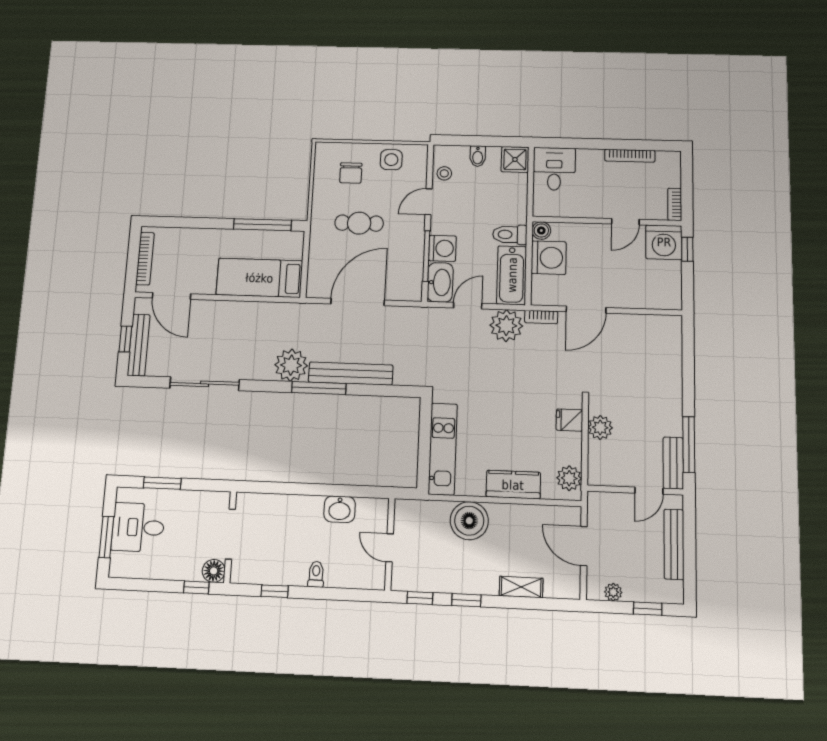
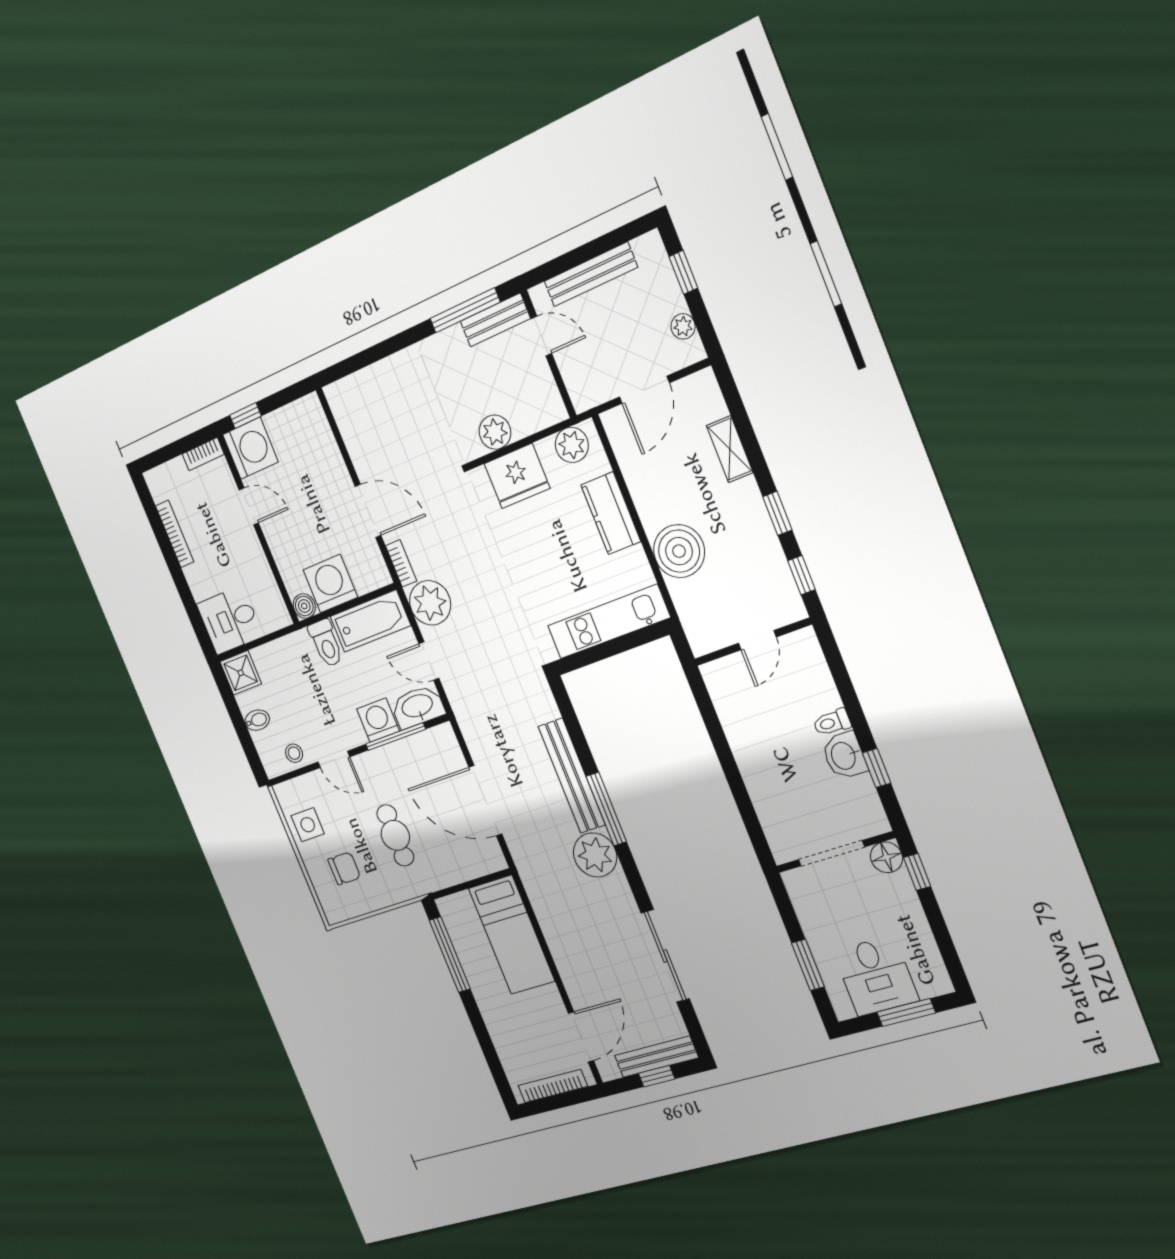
fridge: (569, 420) -> (517, 476), width x1.88, depth x1.34
washbasin: (340, 509) -> (844, 756), moved, turned 180

